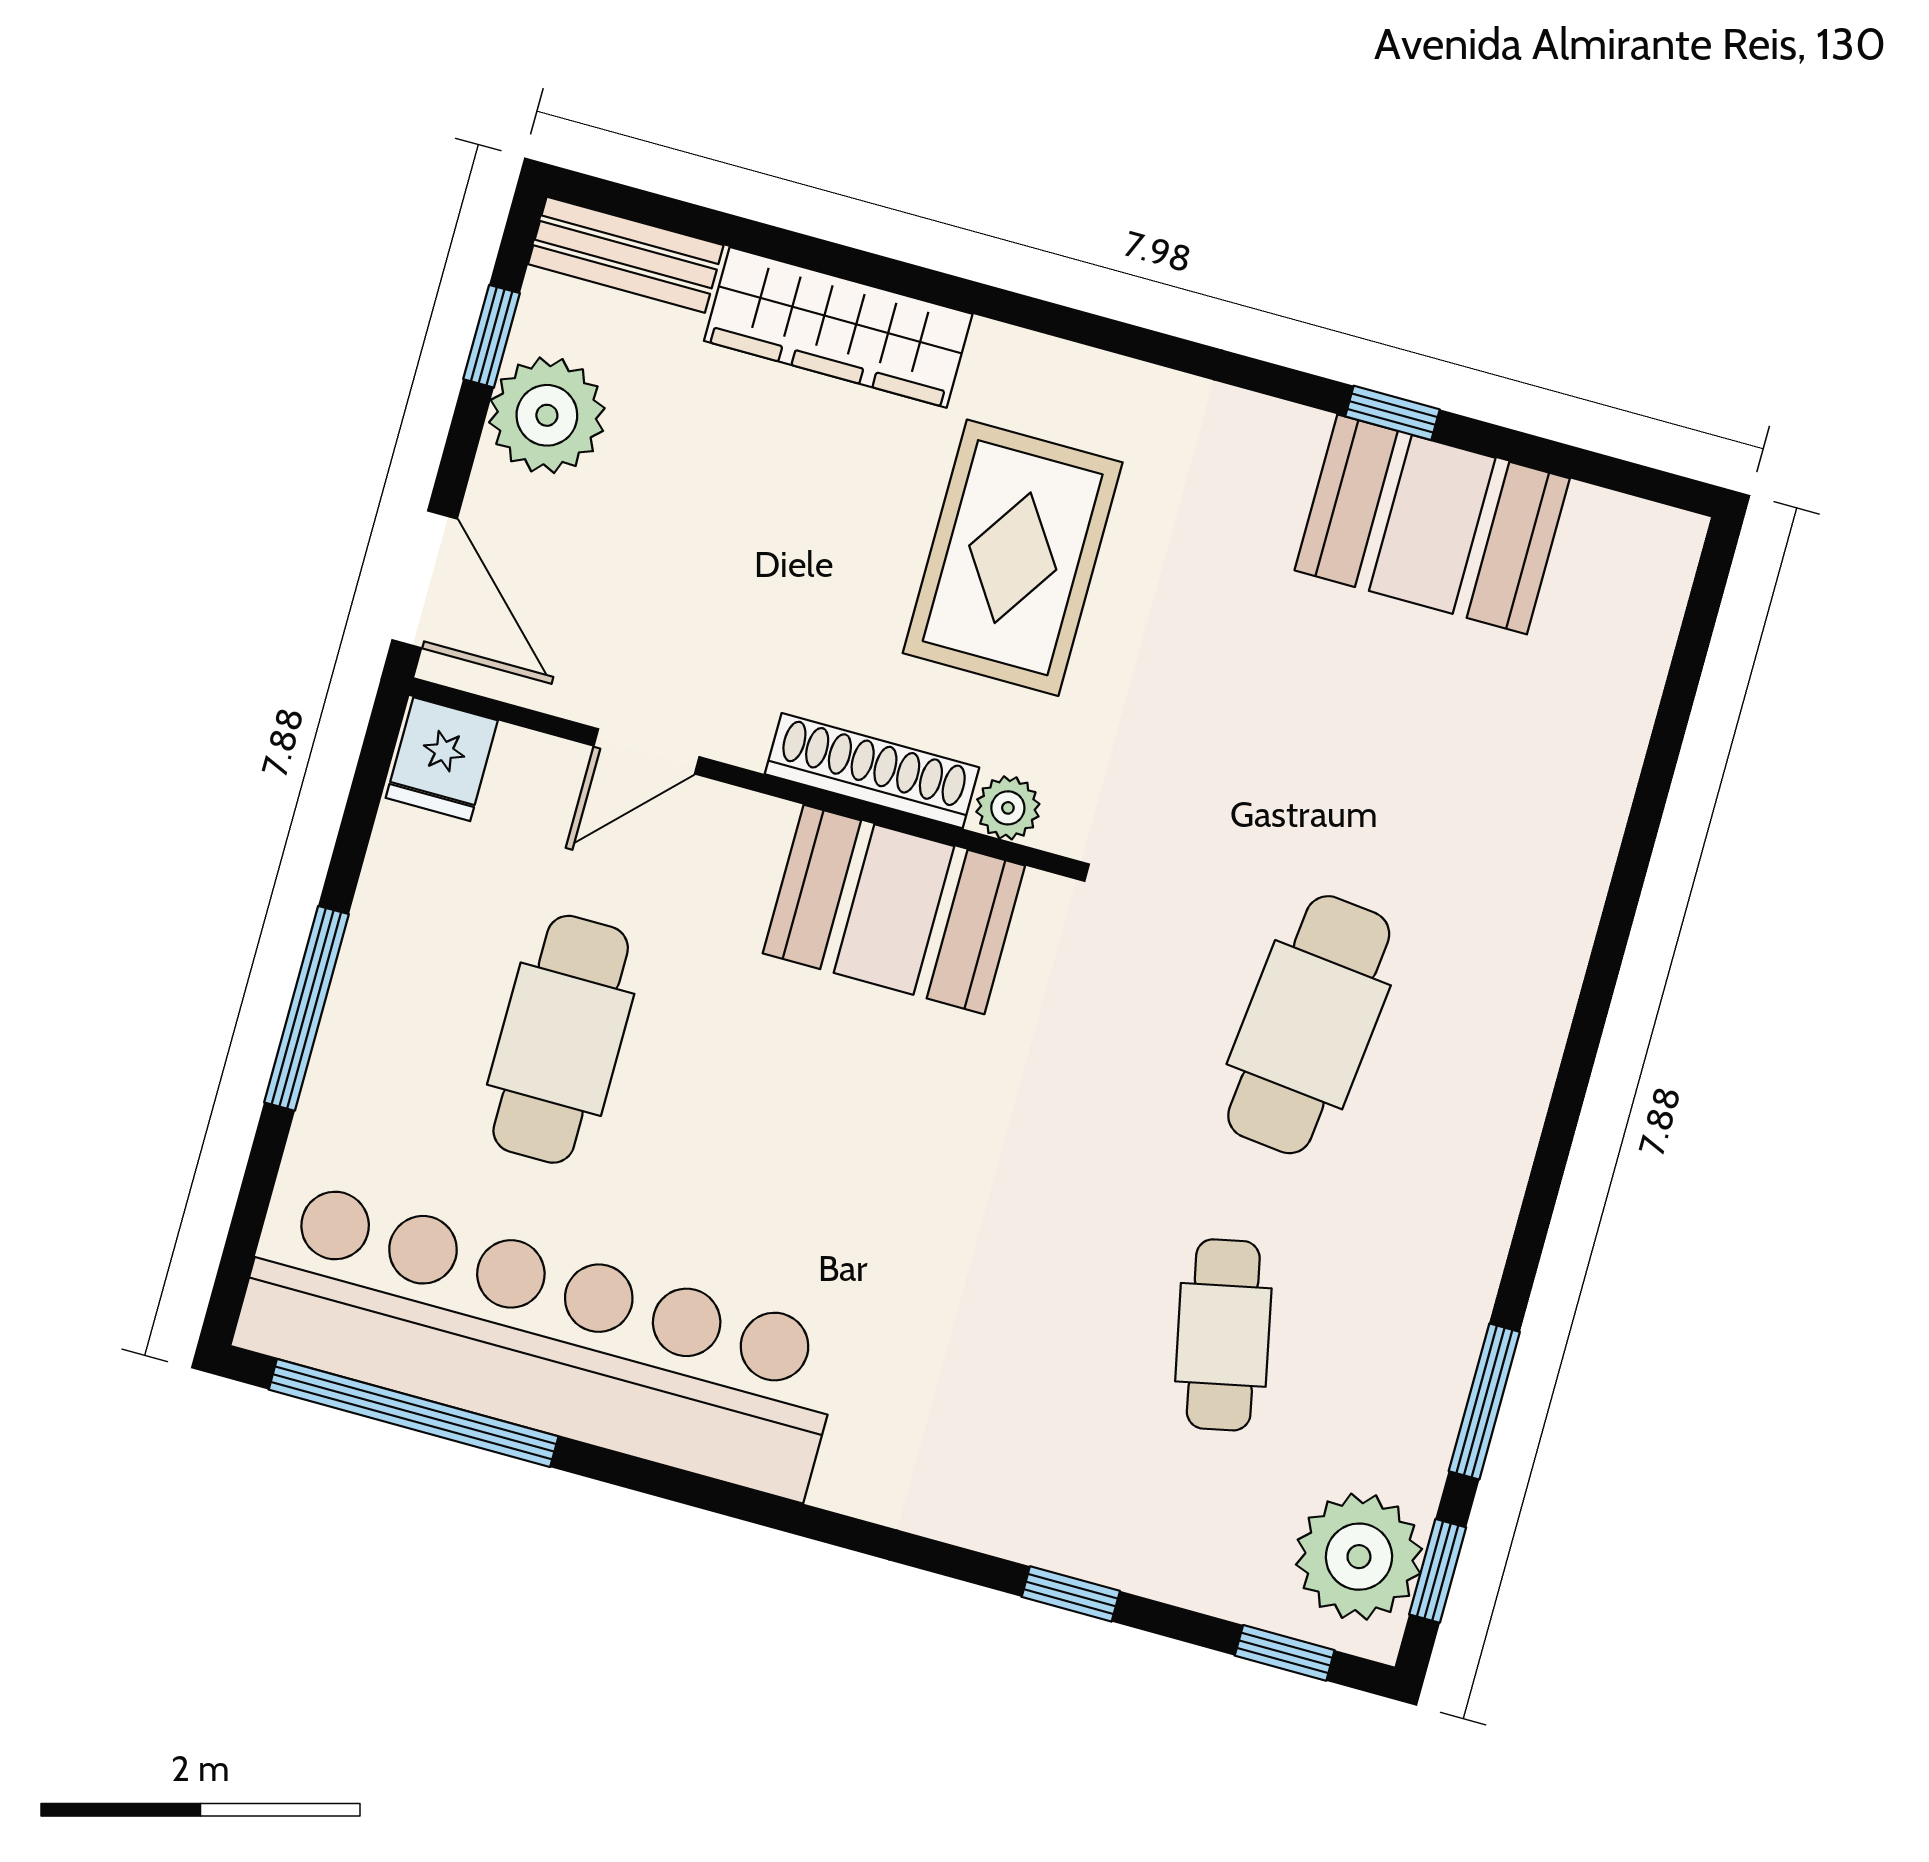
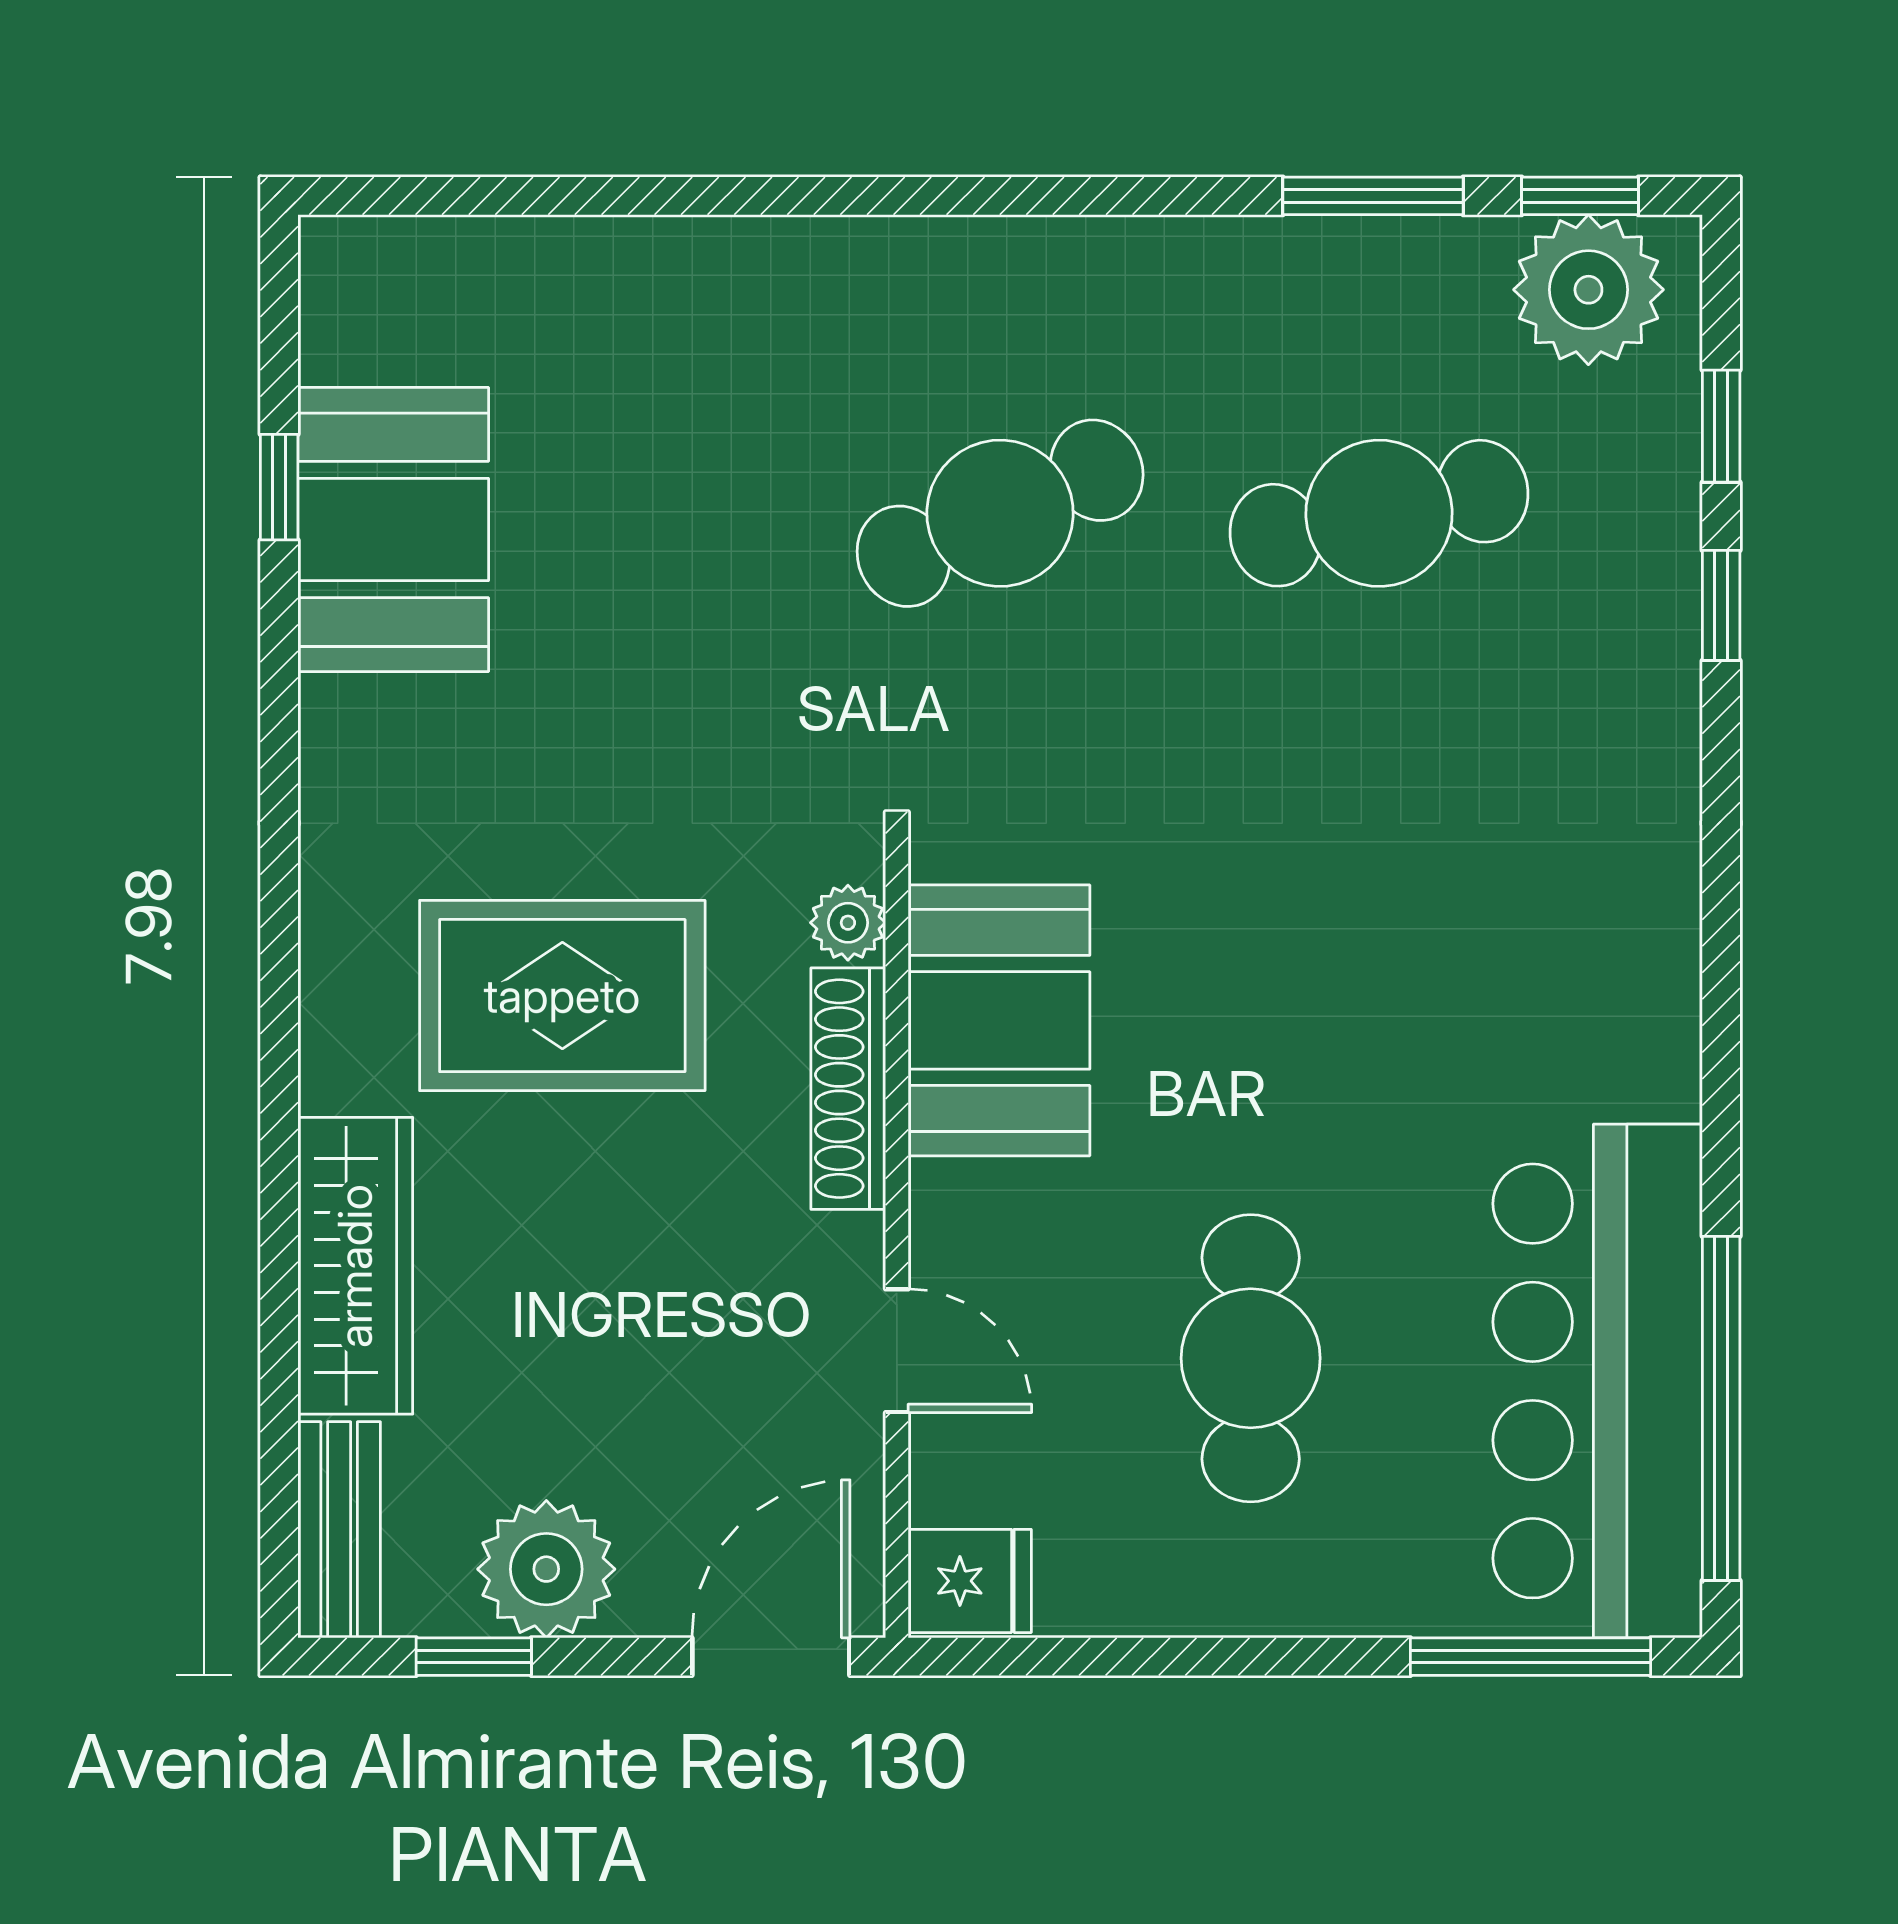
window: (1392, 413) -> (279, 487), moved
window: (306, 1008) -> (1531, 1657), moved
cafe table: (1309, 1025) -> (1000, 513), turned -30
cafe table: (561, 1039) -> (1251, 1358), turned 90
cafe table: (1223, 1335) -> (1379, 513), width x1.37, depth x1.35
bar counter: (540, 1339) -> (1598, 1381), width x0.73
window: (1285, 1653) -> (1721, 426), moved

